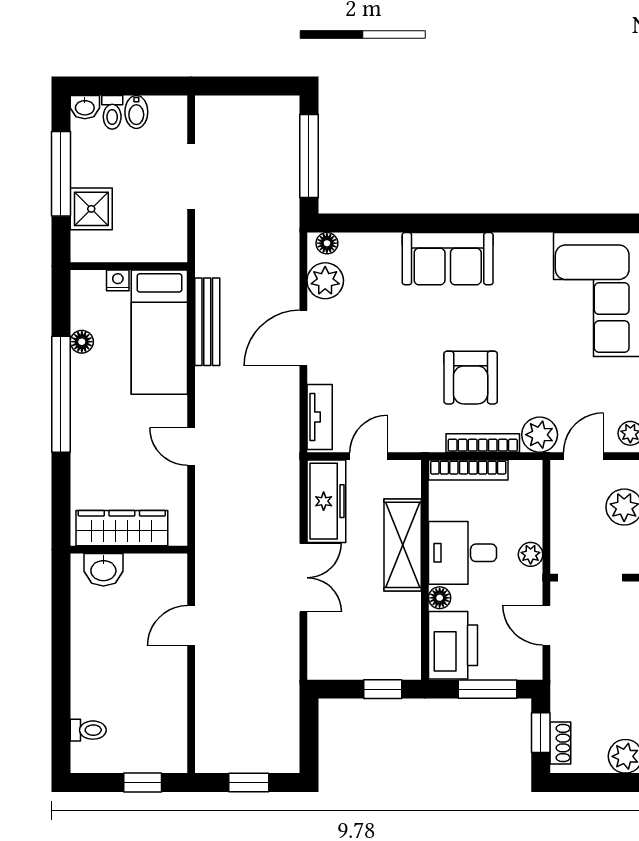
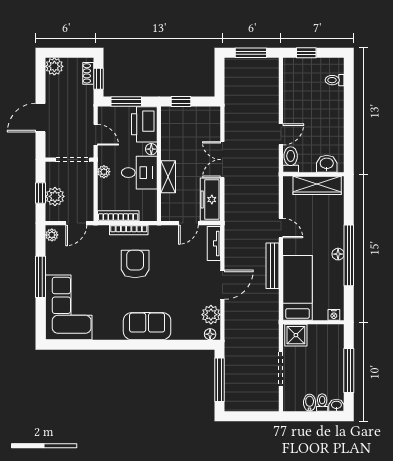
shower: (91, 209) -> (296, 335), moved
nightstand: (118, 280) -> (334, 315), moved
bench: (207, 322) -> (273, 266), moved
floor lamp: (82, 342) -> (338, 254), moved
plant: (540, 435) -> (99, 234), removed
bookcase: (468, 470) -> (118, 216), moved
shelving: (403, 545) -> (168, 177), width x0.67, depth x0.75
toilet: (173, 578) -> (291, 160), added
window: (249, 783) -> (251, 53), width x1.50

